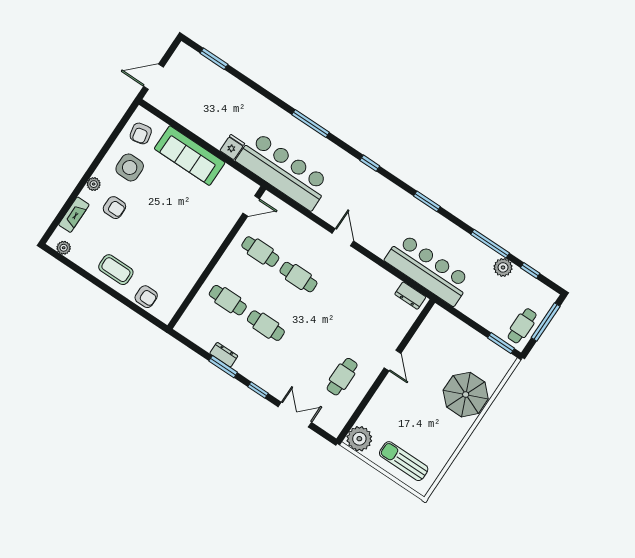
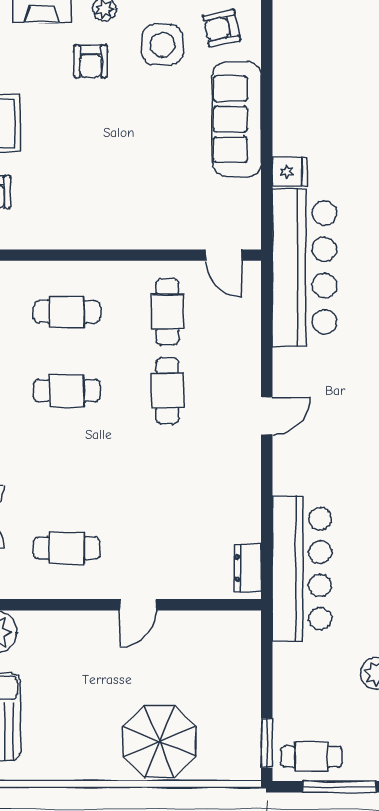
cafe table: (228, 300) -> (67, 312), turned 90
cafe table: (266, 326) -> (67, 391), turned 90

